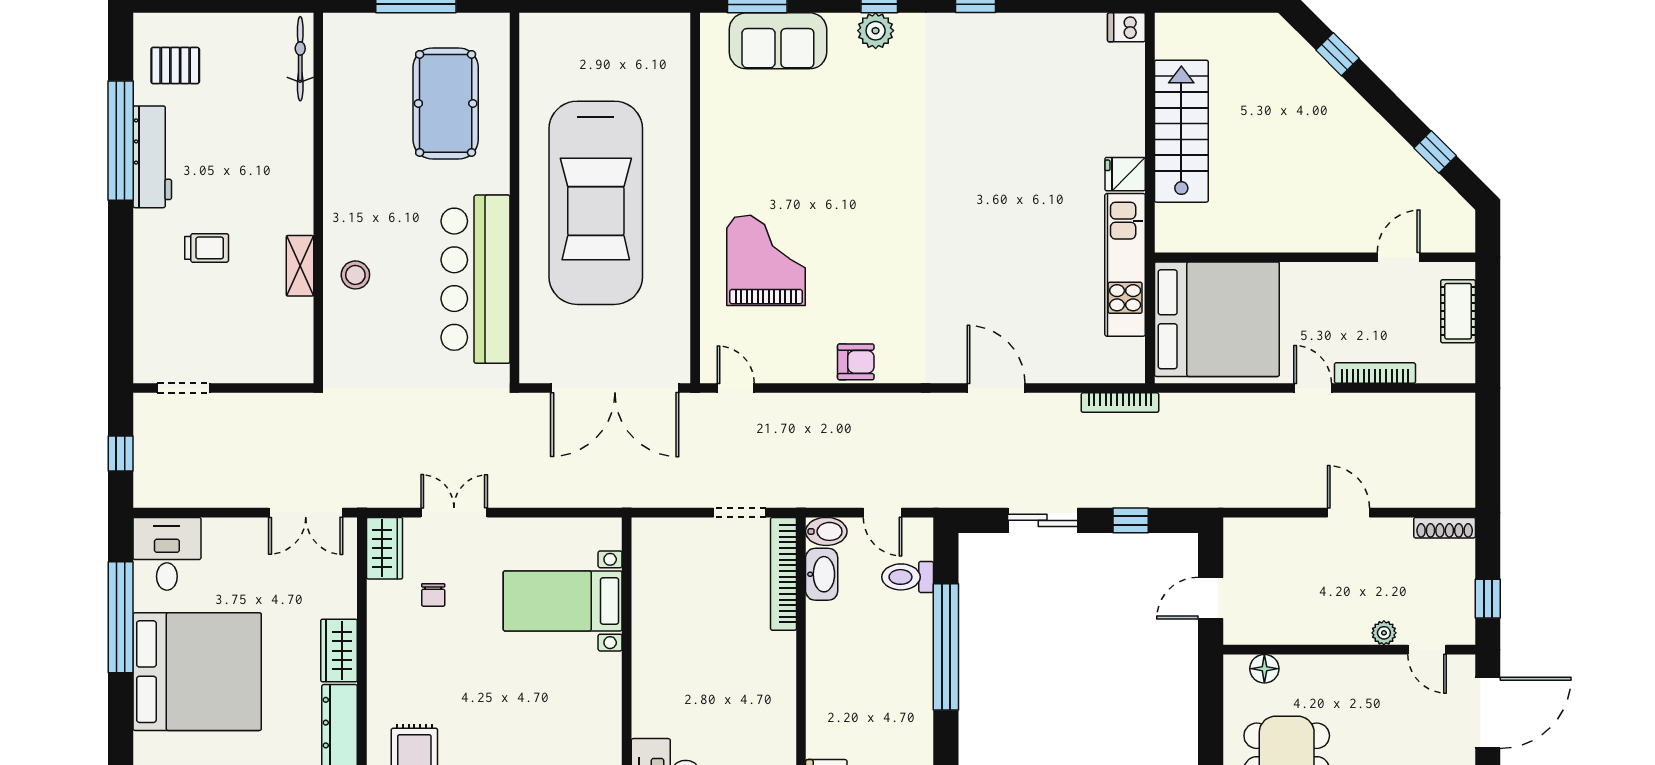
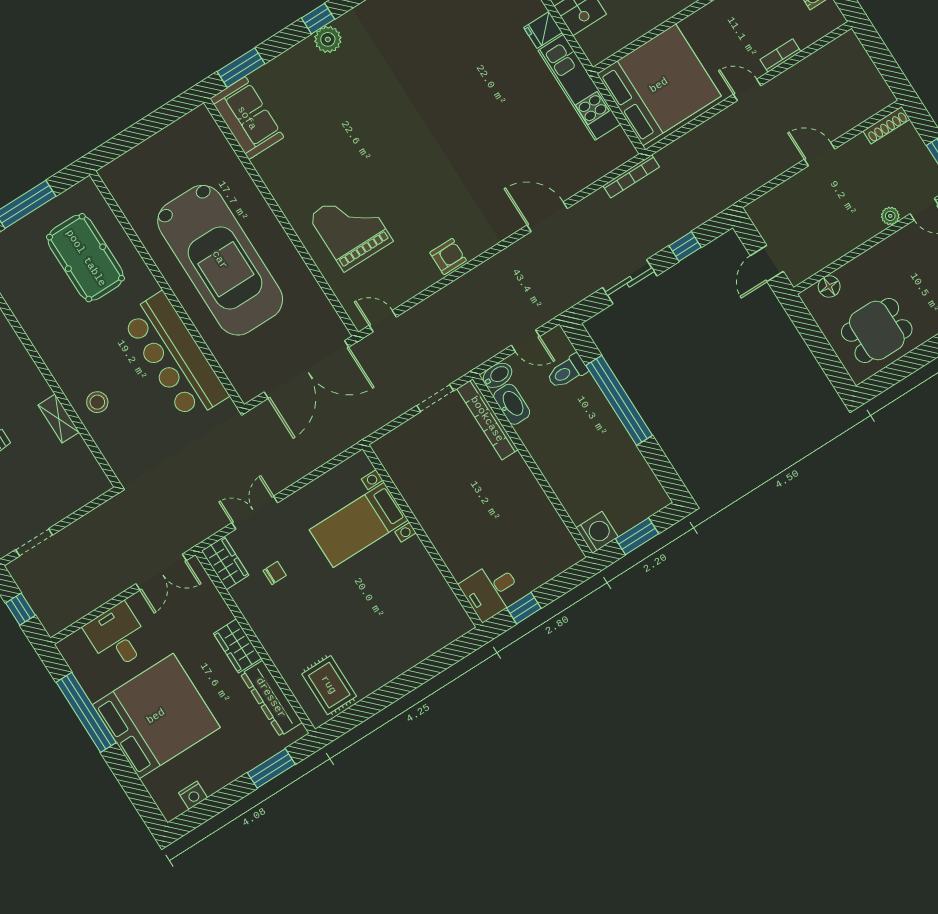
sofa: (778, 41) -> (247, 118), moved, turned -90
bookcase: (1375, 373) -> (780, 55), width x0.64
desk: (167, 554) -> (117, 636), moved
chair: (433, 595) -> (275, 573), turned -90

